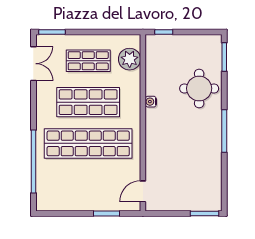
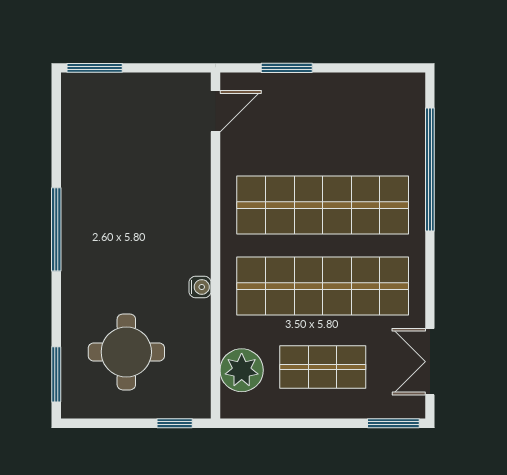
round table: (199, 88) -> (126, 352), moved
shop shelf: (88, 102) -> (323, 286), width x1.40

